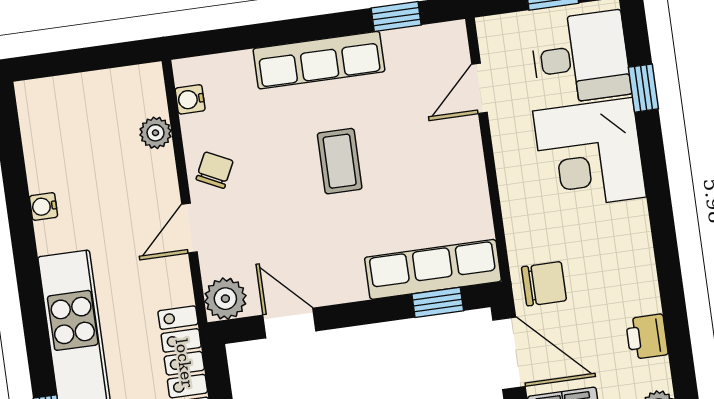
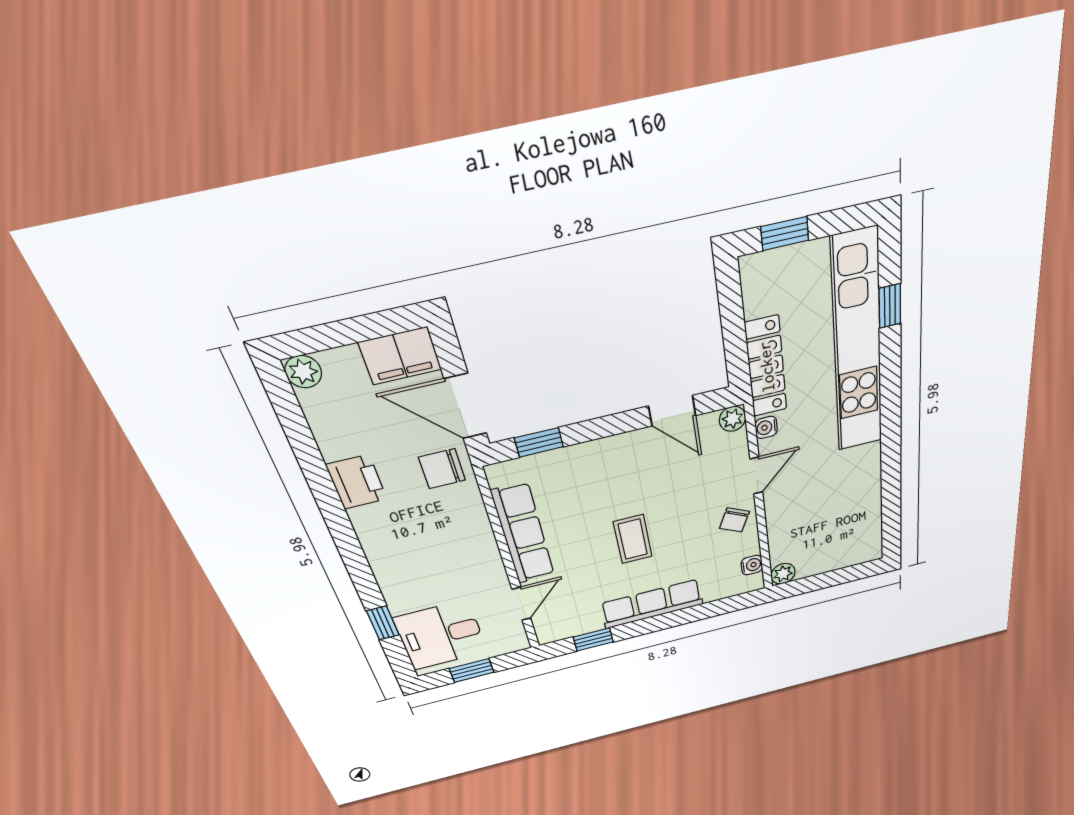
plant: (155, 133) -> (783, 574), moved
corner desk: (590, 154) -> (420, 572), removed
water cooler: (43, 206) -> (766, 427), moved, turned 180
row of seats: (433, 269) -> (523, 534), moved, turned -90
plant: (225, 299) -> (732, 419), width x0.73, depth x0.73
printer: (647, 337) -> (357, 482), moved, width x1.36, depth x1.24

